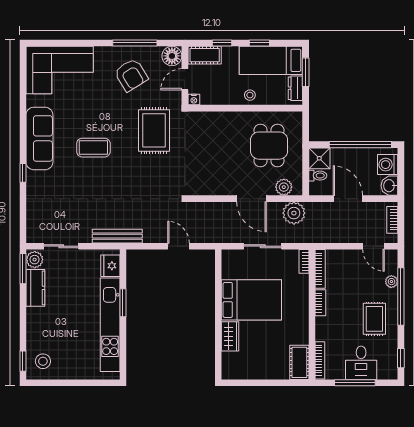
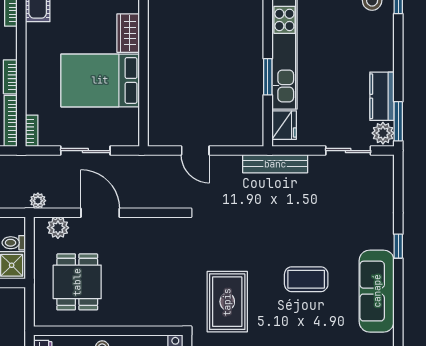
plant: (294, 213) -> (38, 201), width x0.53, depth x0.53

